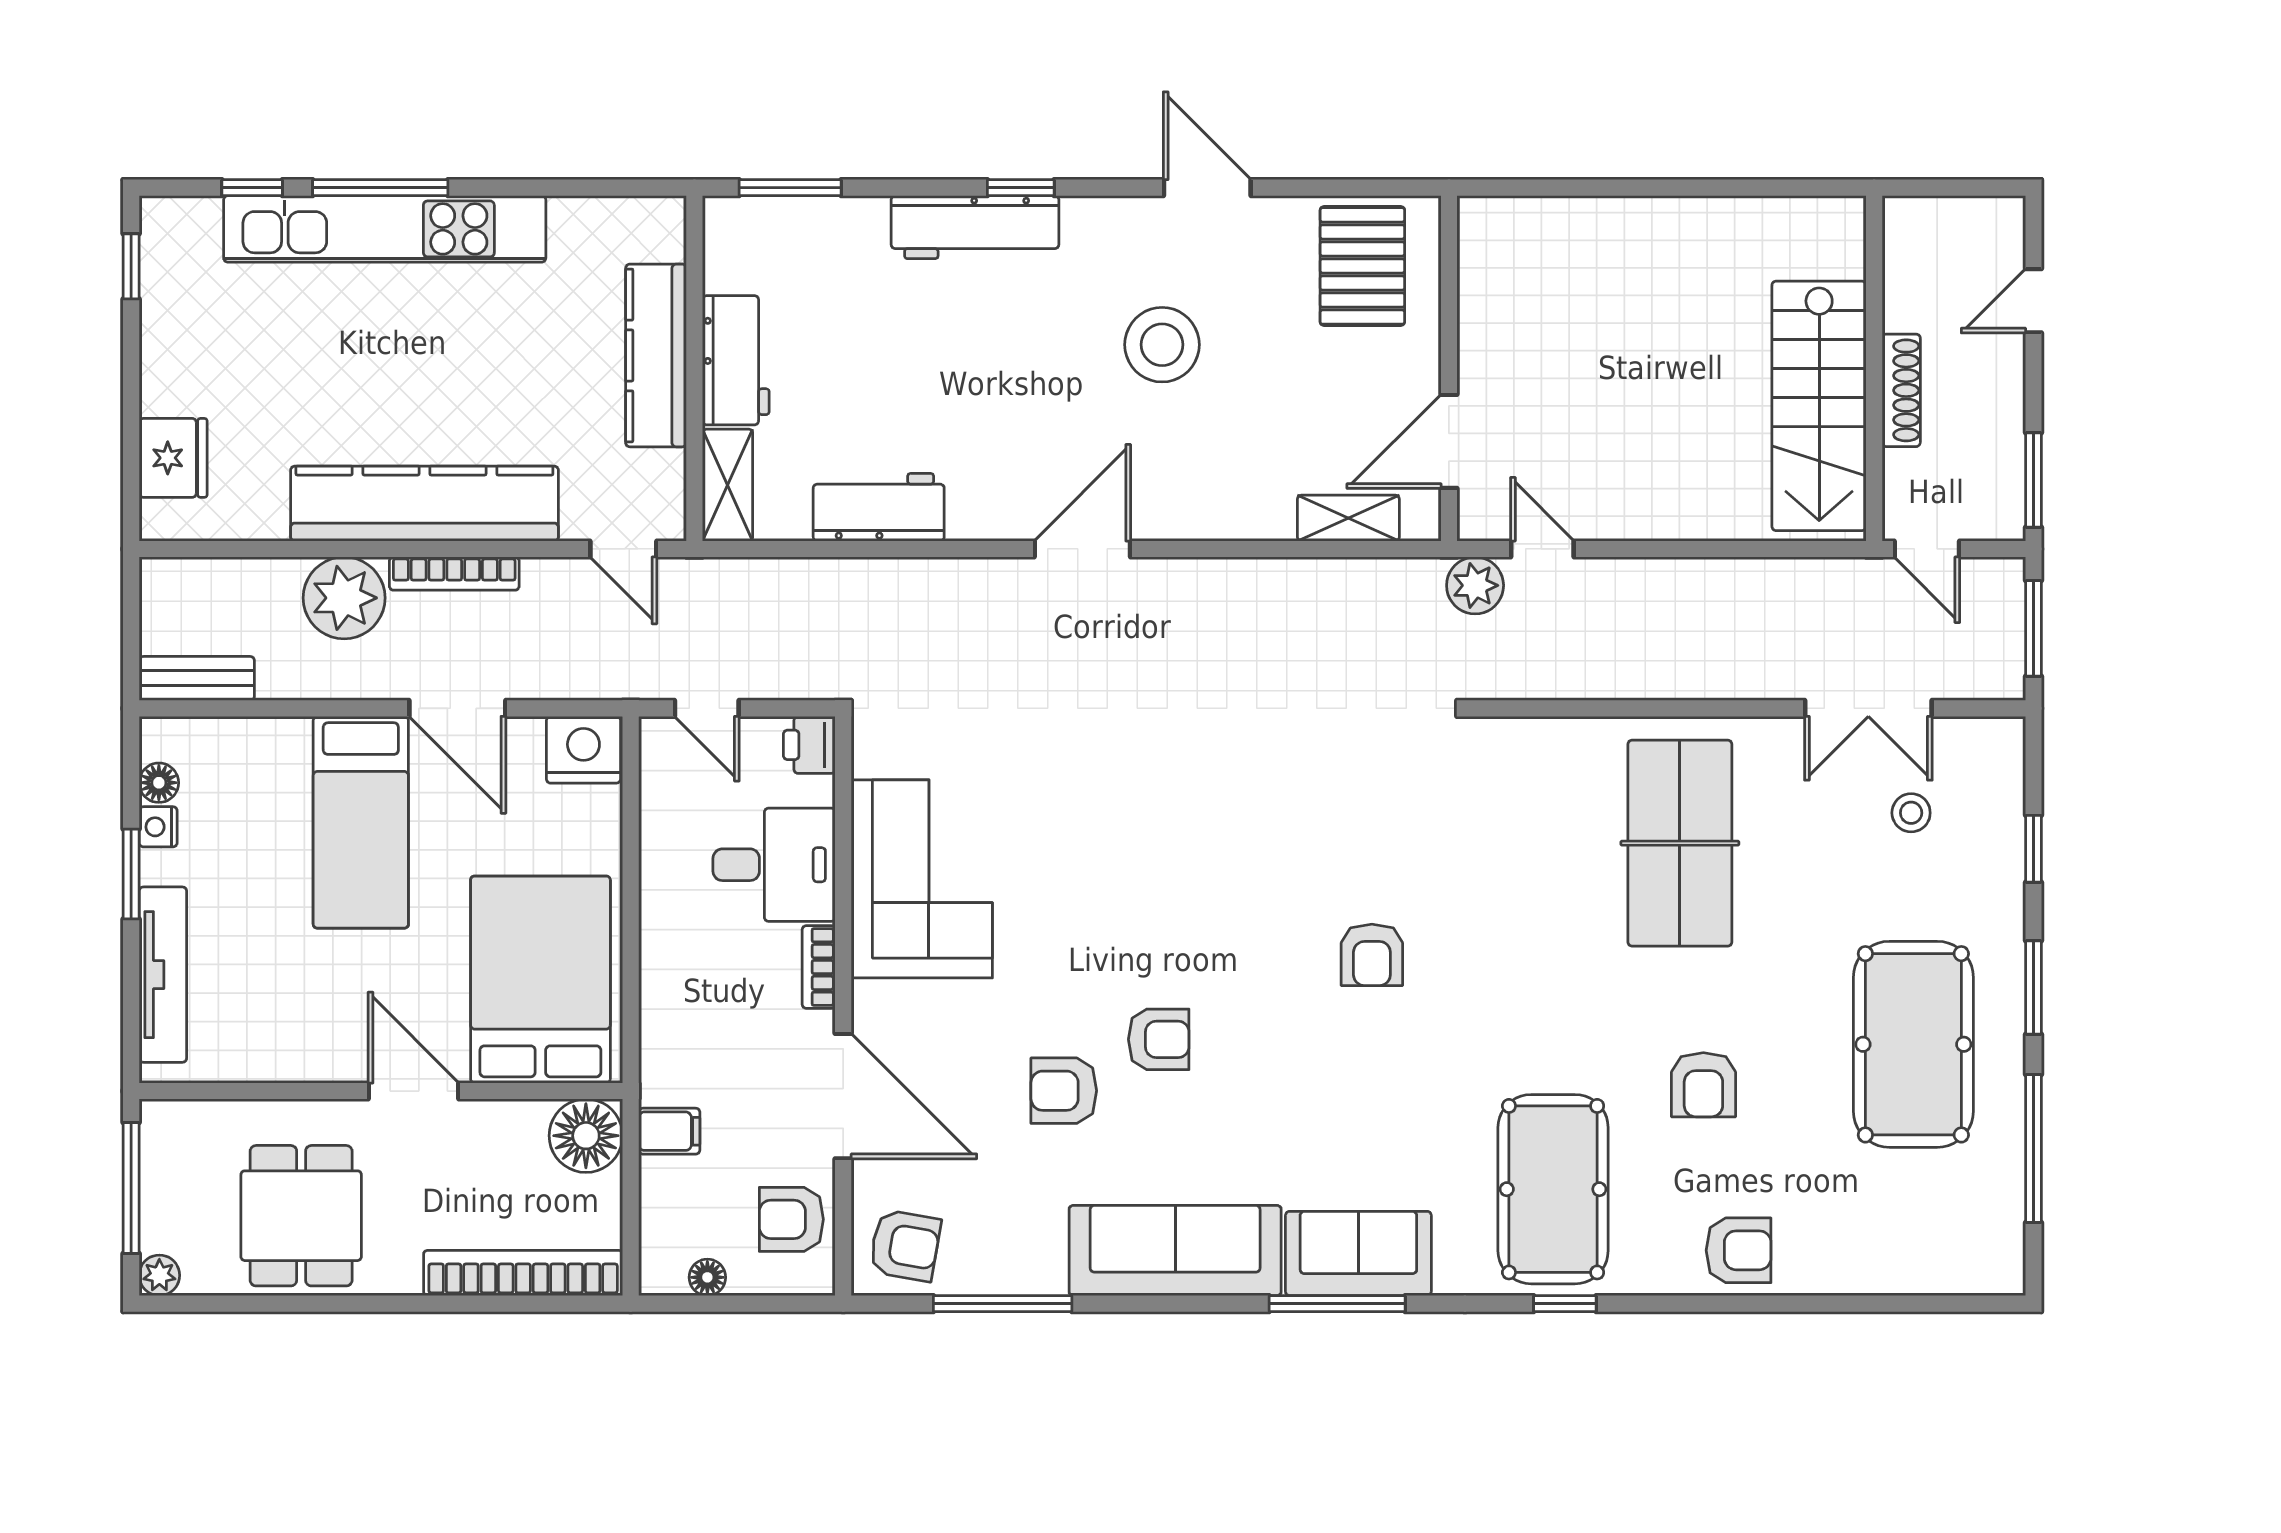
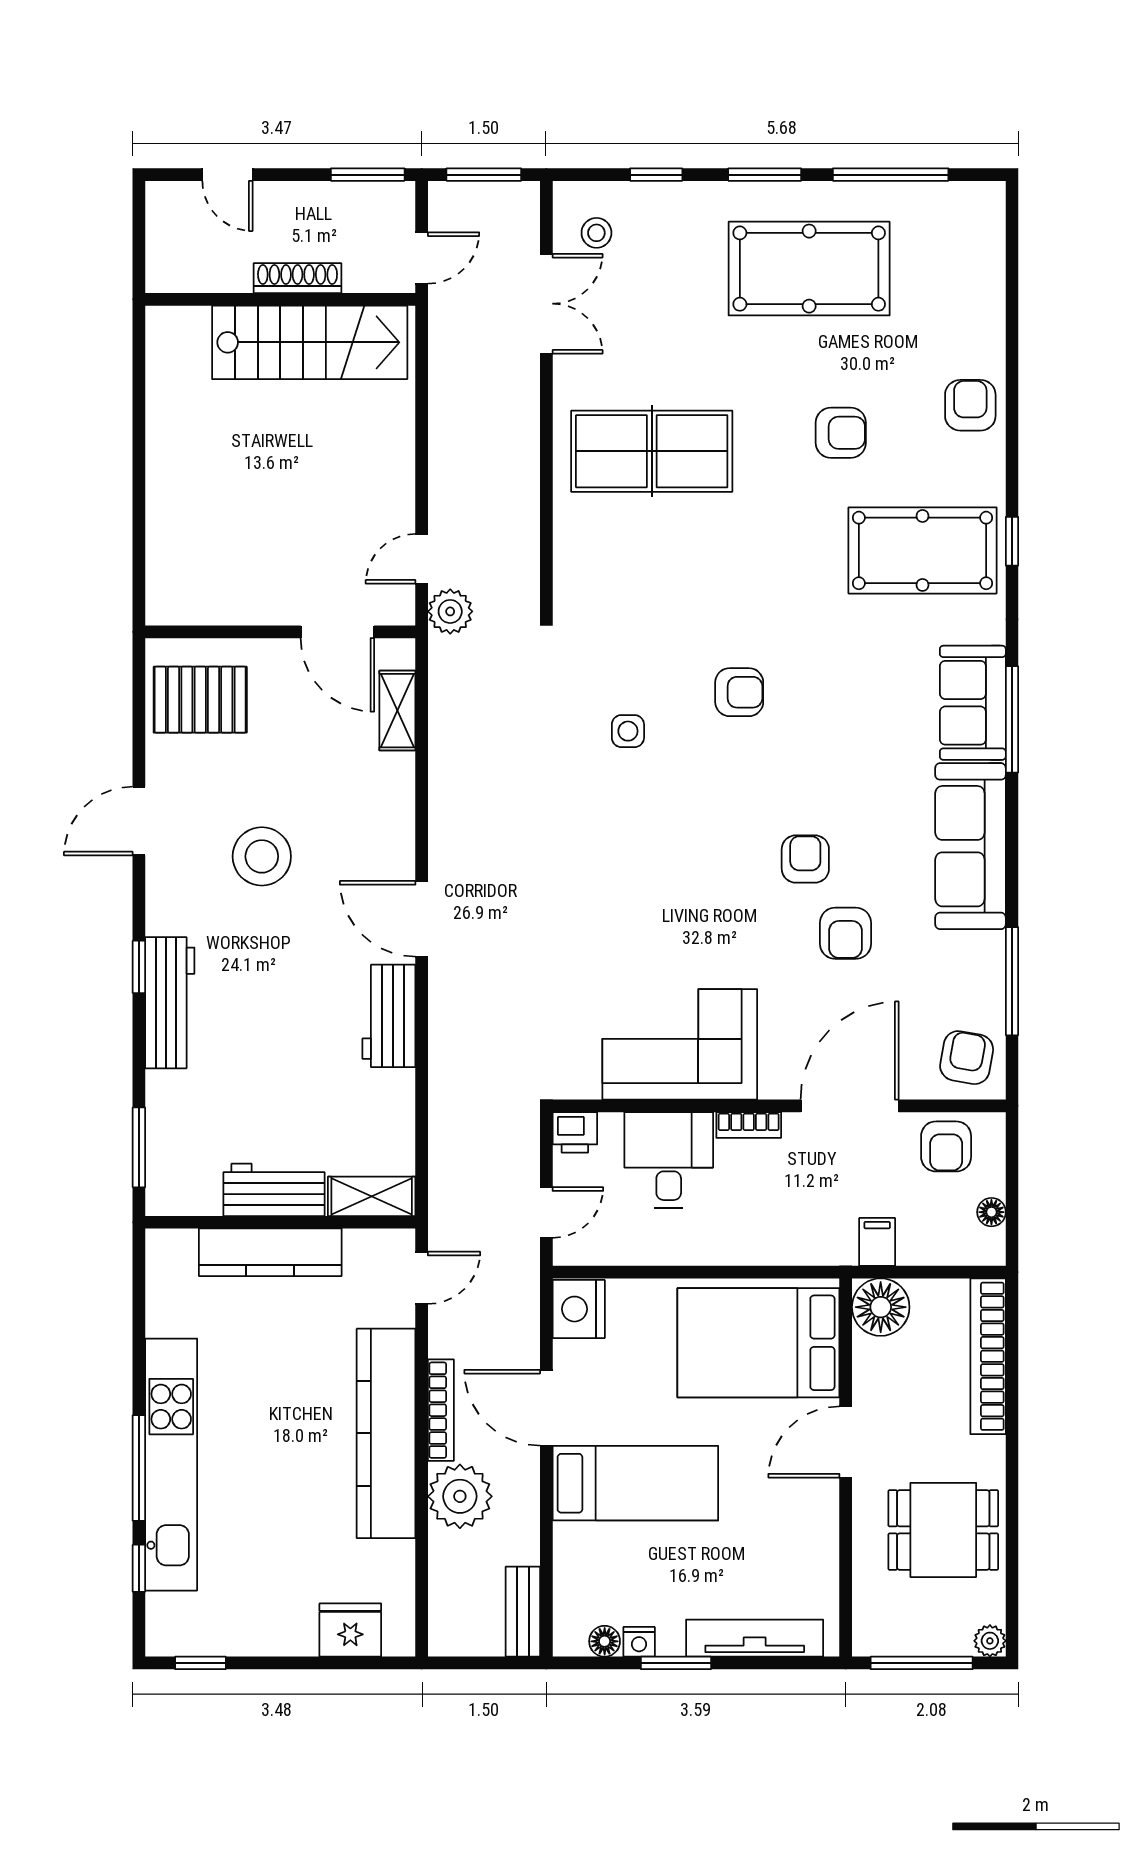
workbench: (879, 507) -> (389, 1016), moved
door: (457, 708) -> (546, 1408), swing flipped
side table: (1322, 813) -> (628, 731), added
stool: (1911, 813) -> (596, 233), moved

